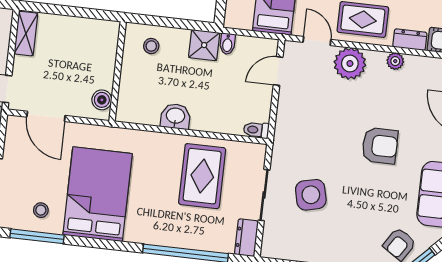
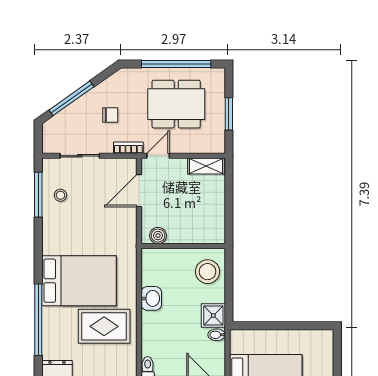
stool: (151, 46) -> (208, 272), width x1.89, depth x1.89
bed: (98, 194) -> (79, 281), moved

